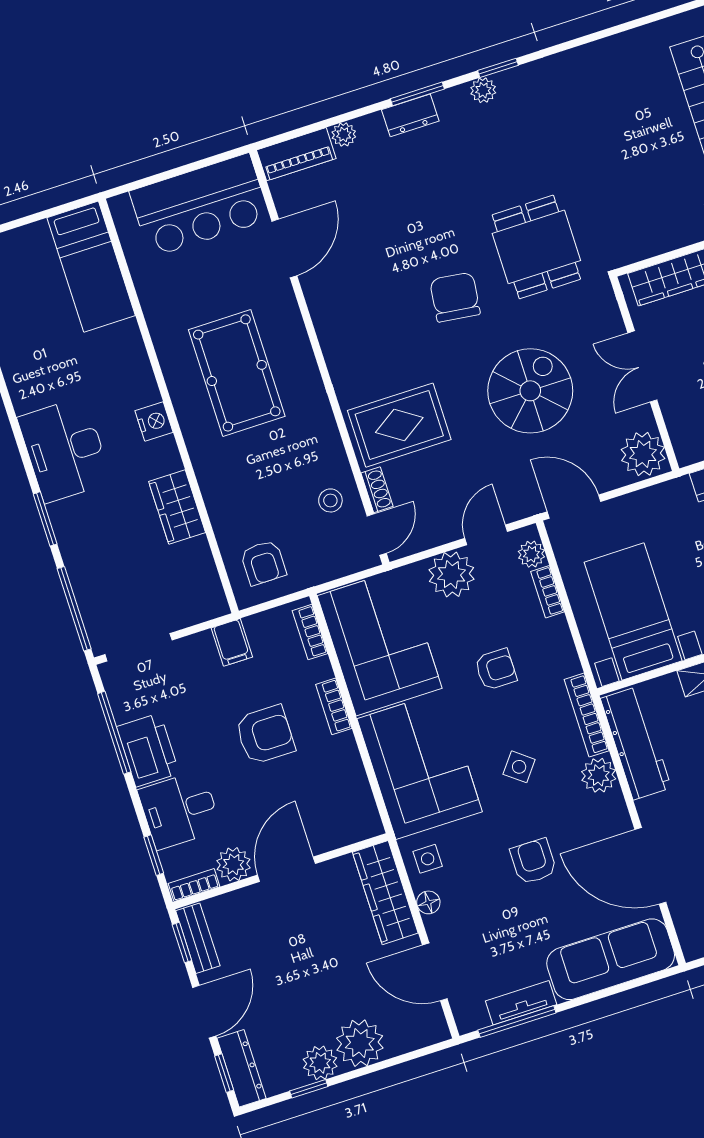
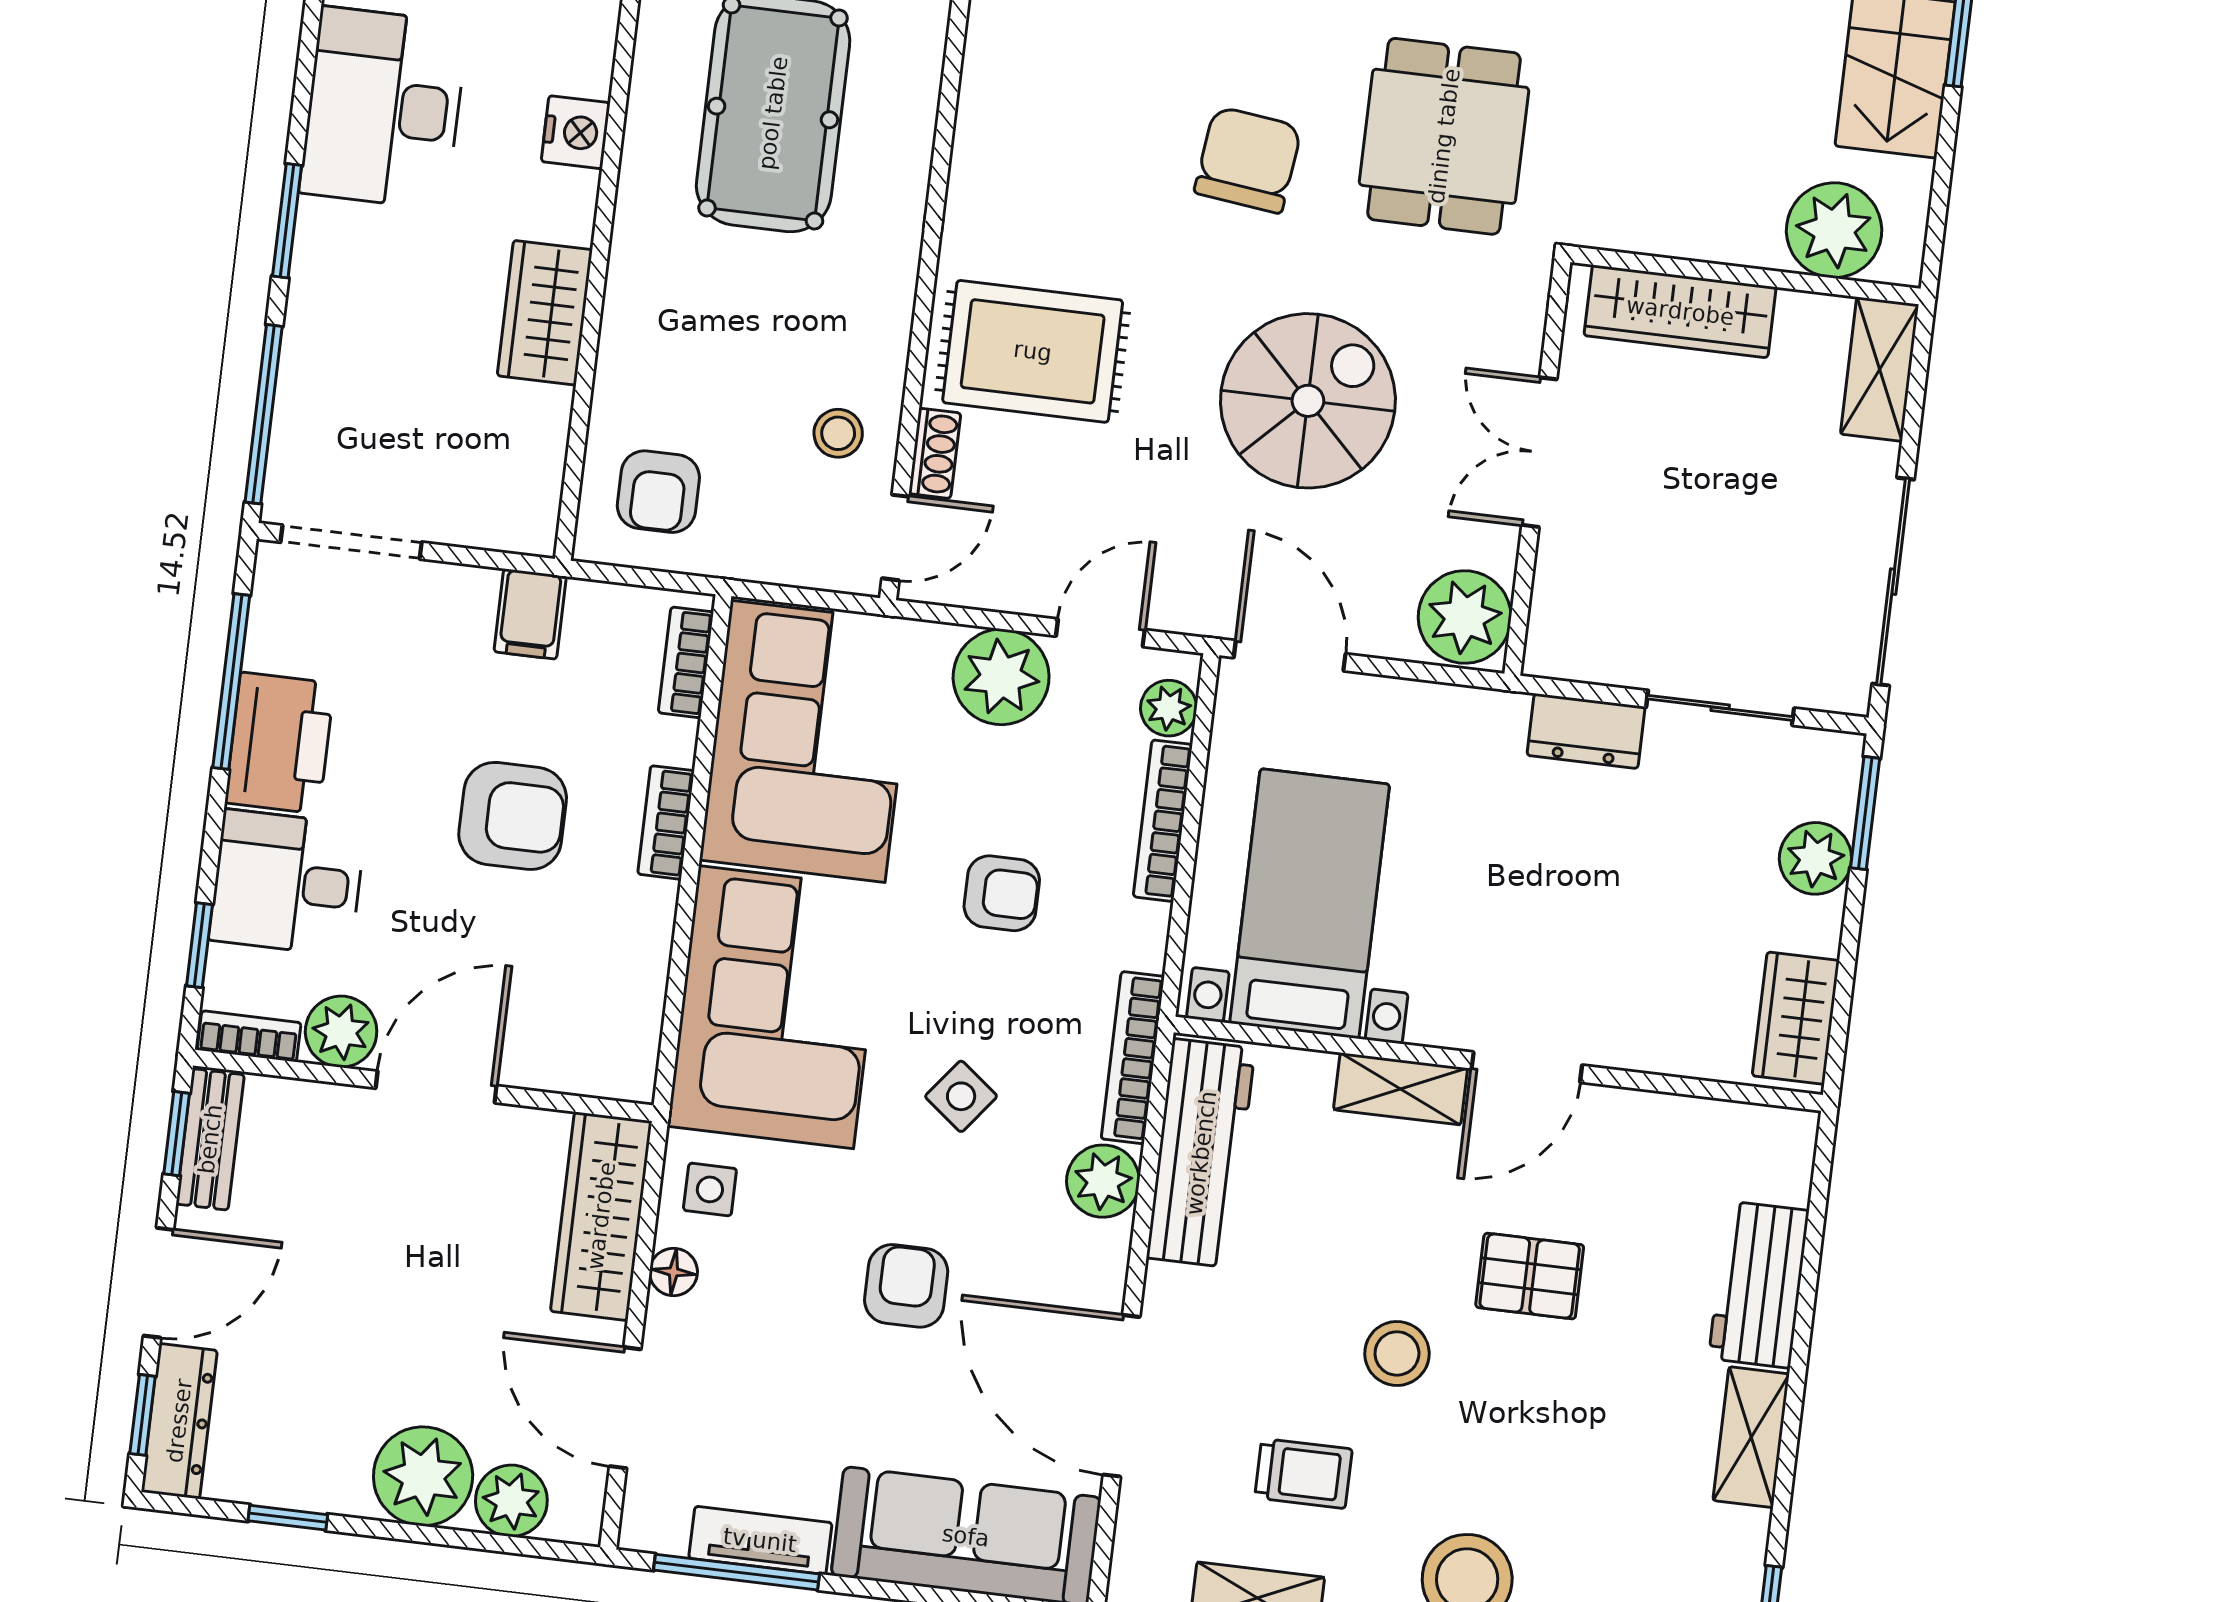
bookcase: (547, 592) -> (1163, 821), width x1.56
plant: (320, 1063) -> (511, 1501), moved

